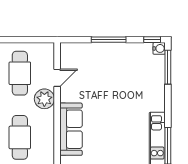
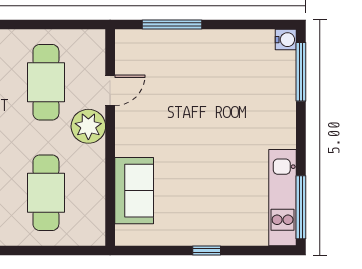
window: (109, 40) -> (172, 25), moved
window: (152, 40) -> (274, 25), removed
sofa: (71, 129) -> (134, 191), width x0.73

